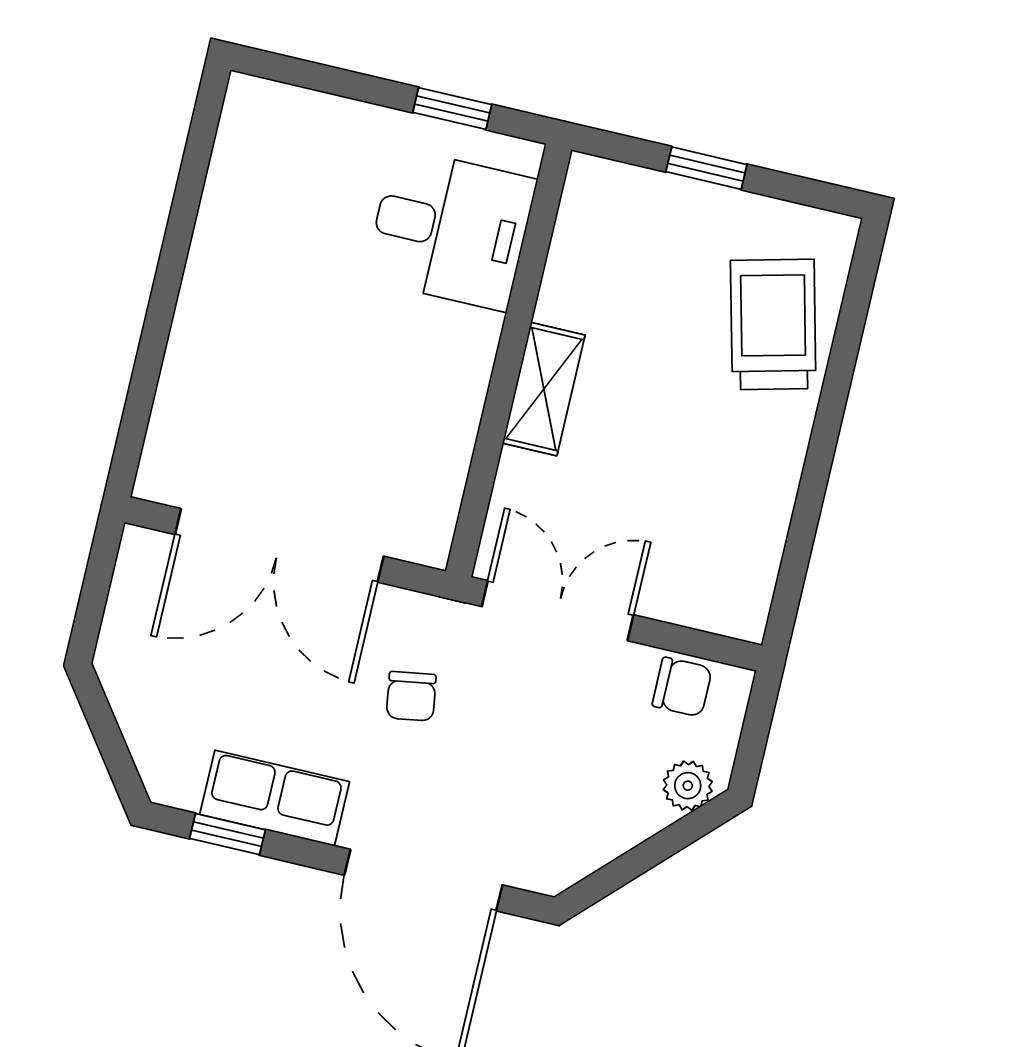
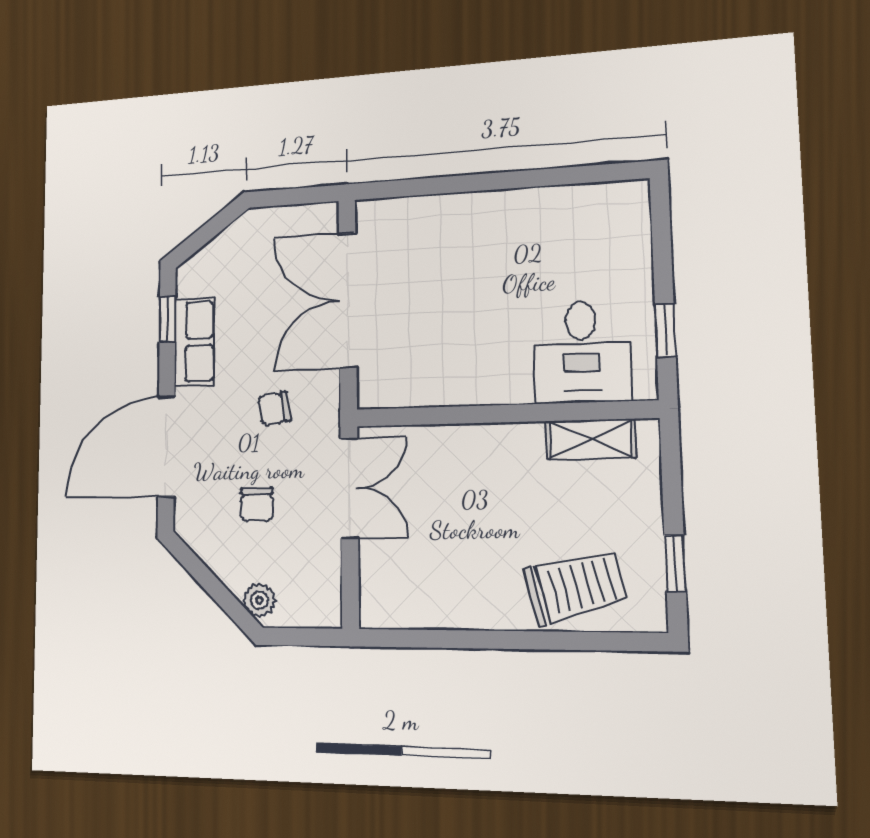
window: (706, 168) -> (675, 563), moved
shelving: (544, 389) -> (591, 439), moved
chair: (682, 687) -> (257, 504), moved

